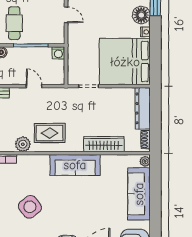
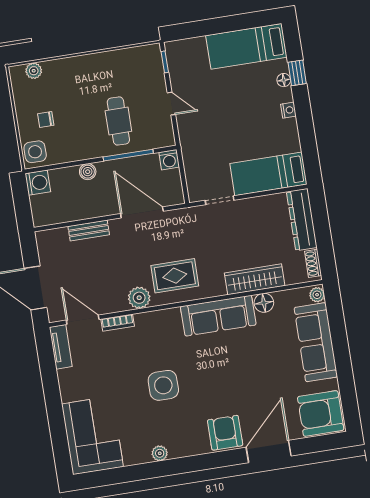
floor lamp: (141, 15) -> (284, 80), width x0.53, depth x0.53
cafe table: (14, 23) -> (118, 121), moved
bed: (125, 62) -> (268, 174), width x0.49
door: (34, 86) -> (142, 212), width x1.88
floor lamp: (108, 161) -> (264, 303), added
side table: (30, 207) -> (163, 385), turned 37

